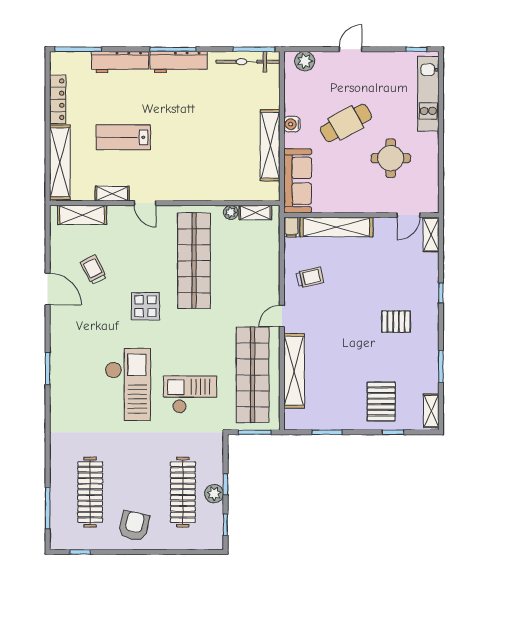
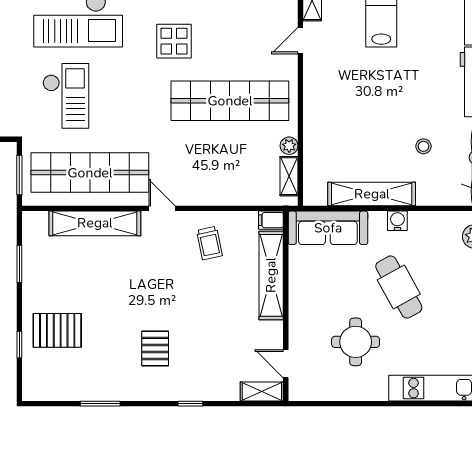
stool: (231, 103) -> (424, 146), added
shelving: (431, 411) -> (46, 392), removed

